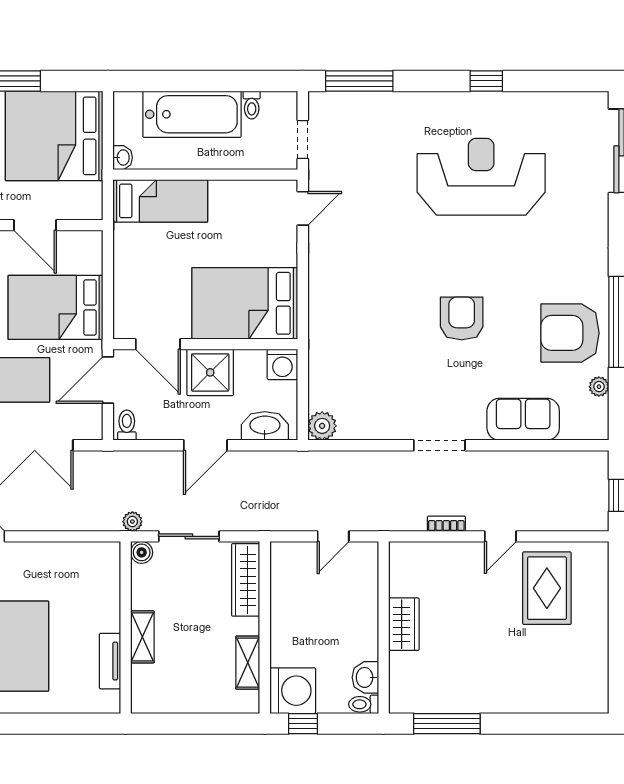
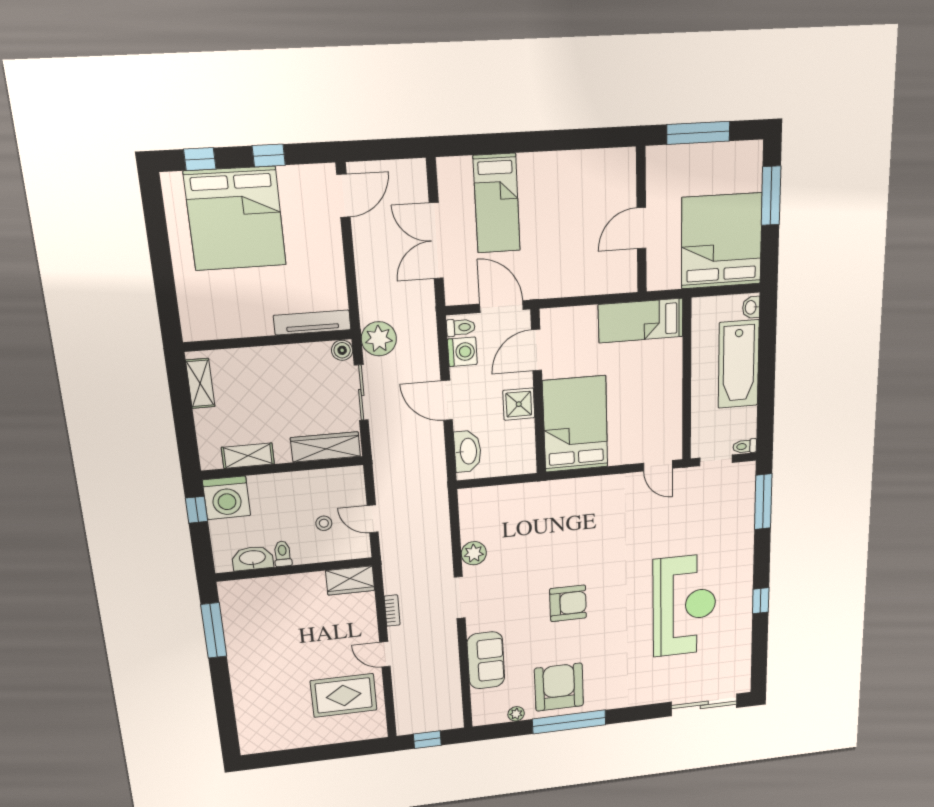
toilet: (252, 105) -> (745, 446), moved
washbasin: (123, 158) -> (751, 307), moved, turned 90
bed: (160, 201) -> (641, 321), moved, turned 90
bed: (55, 307) -> (567, 252), removed
washing machine: (282, 364) -> (462, 352), moved, turned 180
shower: (210, 372) -> (519, 404), width x0.73, depth x0.73
plant: (322, 426) -> (474, 553), moved
plant: (132, 522) -> (379, 339), width x1.88, depth x1.88
stool: (333, 590) -> (324, 523), added
wardrobe: (404, 624) -> (350, 580), moved
shelving: (142, 637) -> (200, 383), moved, turned 90
tv unit: (110, 661) -> (312, 322), moved, width x1.41
washbasin: (365, 677) -> (253, 558), width x1.38
toilet: (364, 704) -> (283, 554), moved

